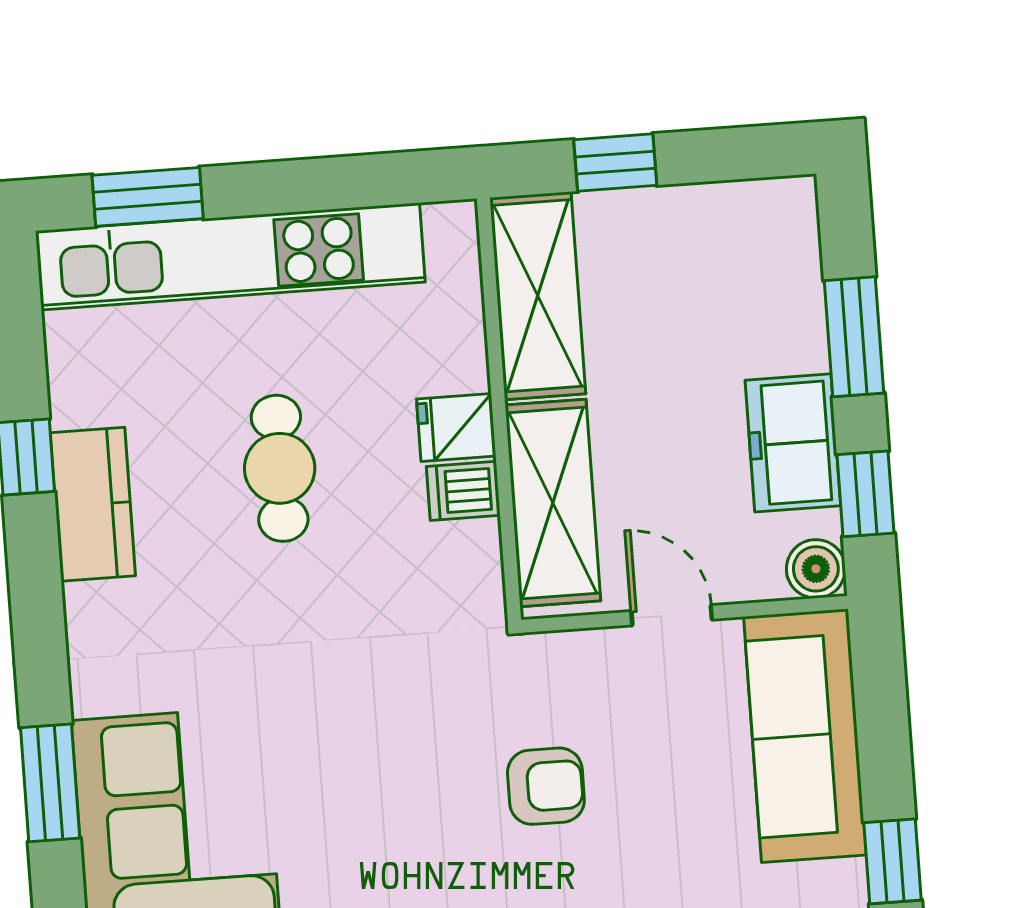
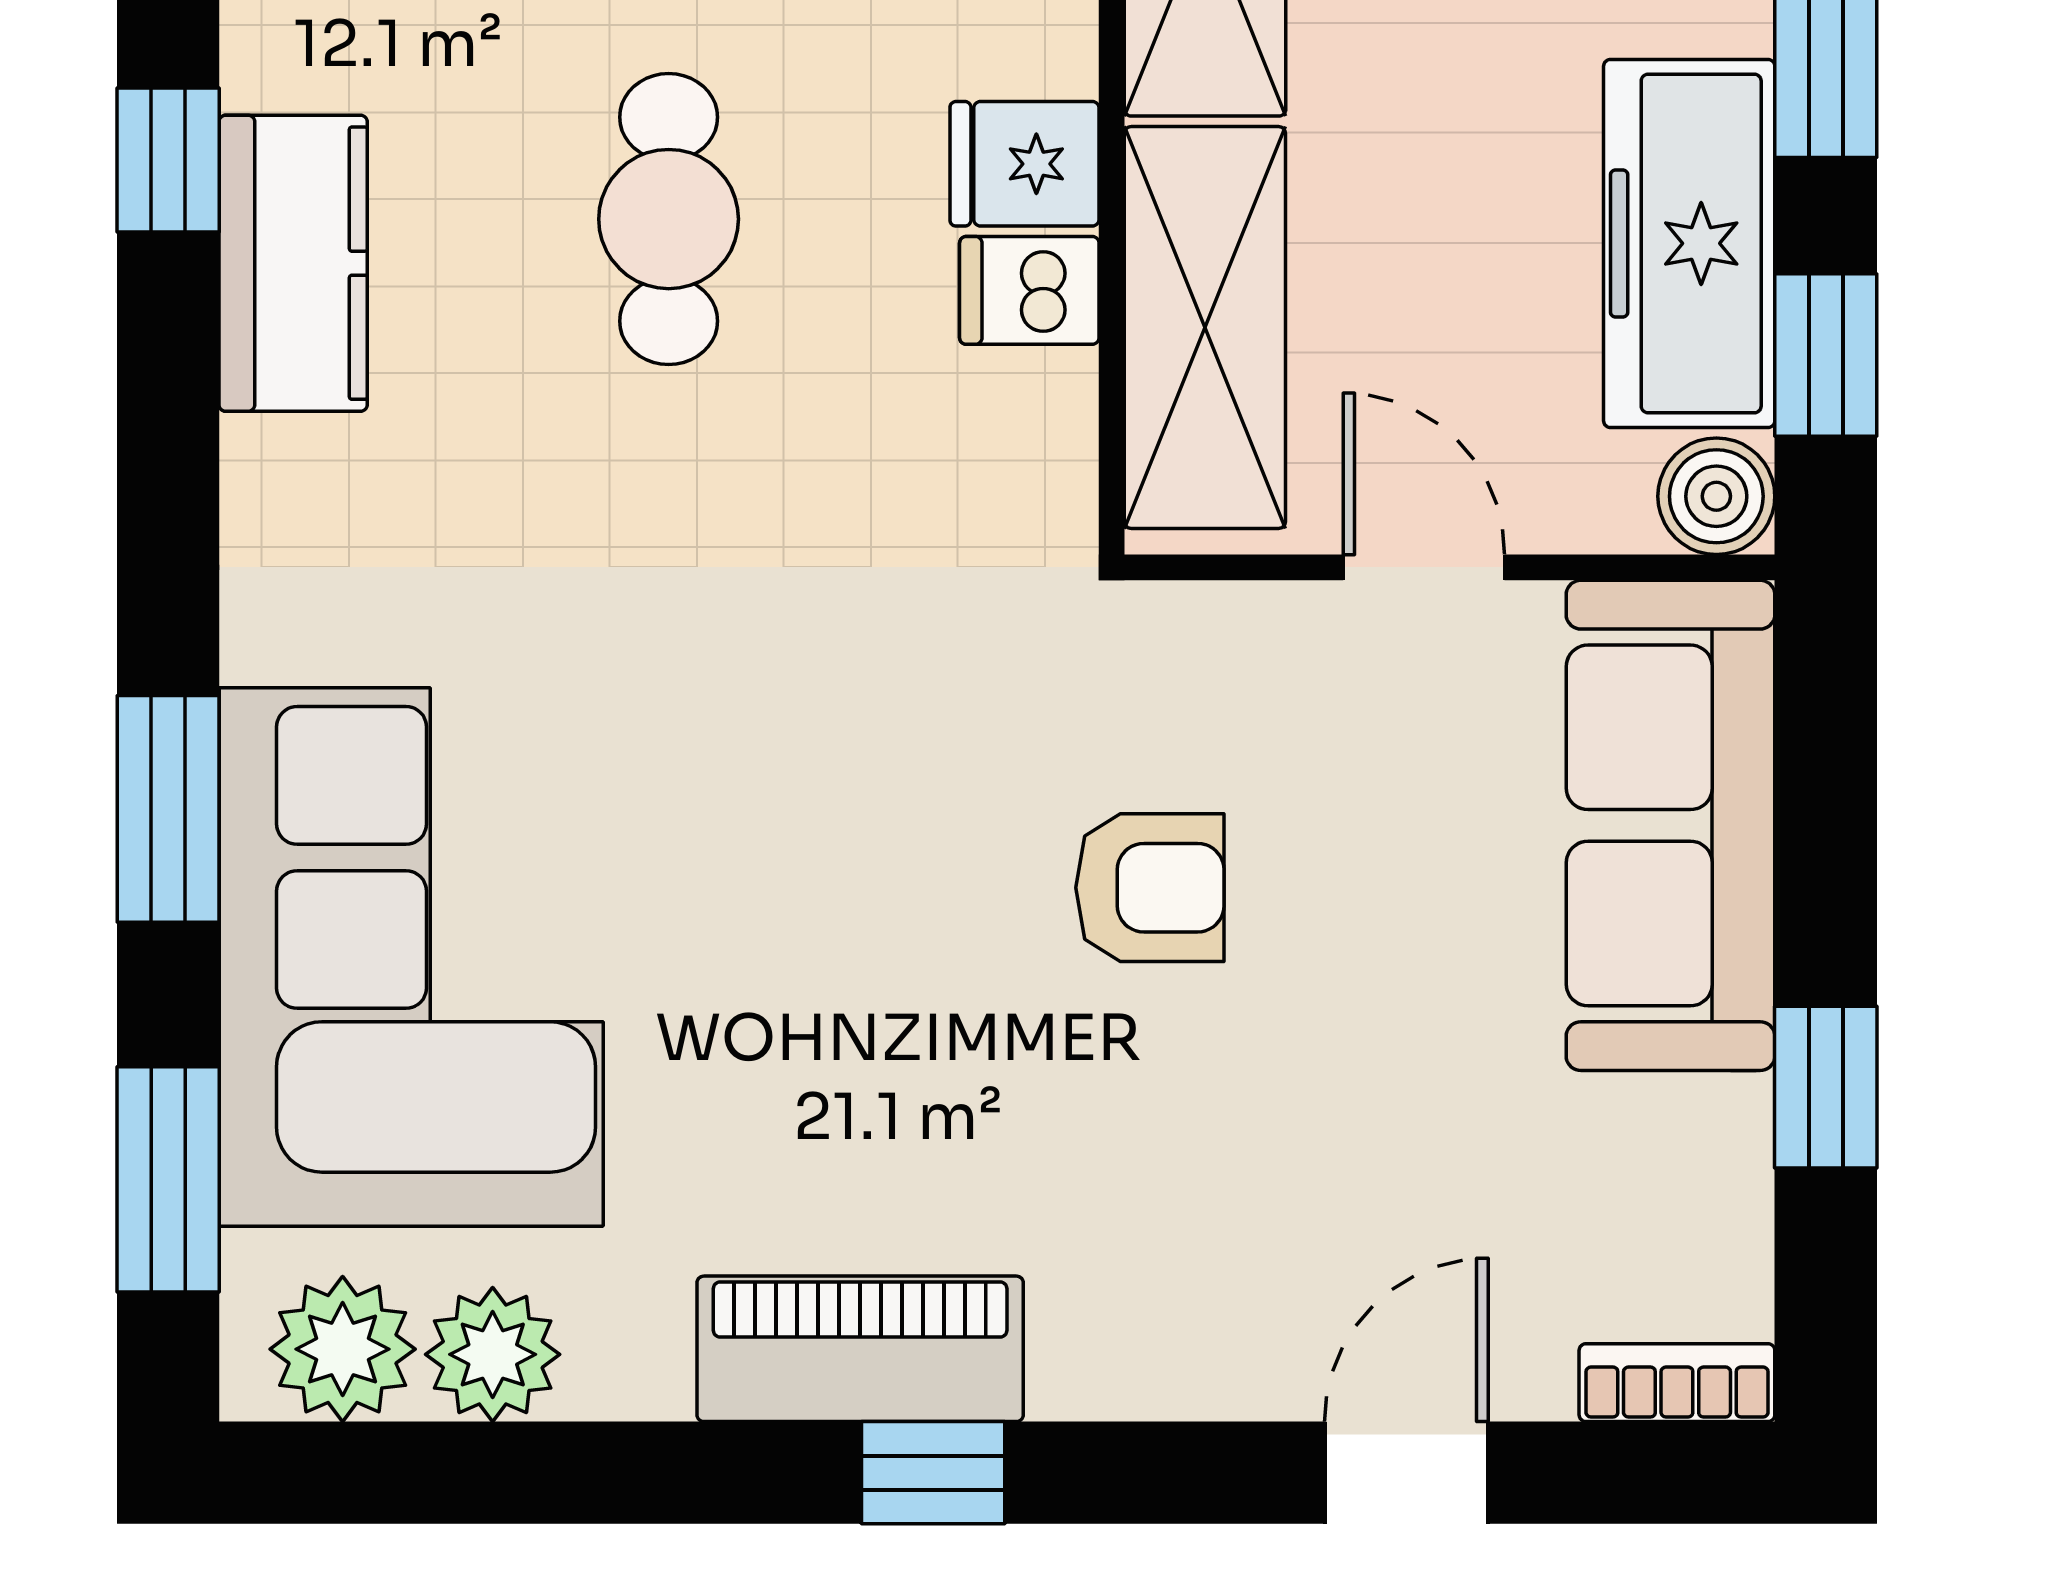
freezer: (793, 443) -> (1689, 243), width x1.40

